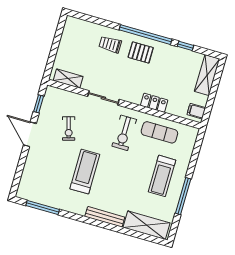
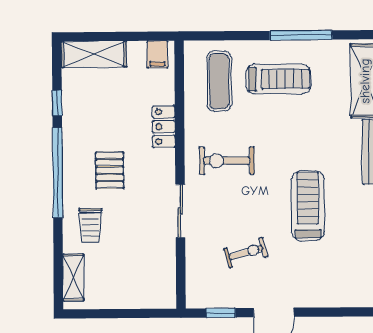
pallet: (141, 53) -> (110, 170), moved
shelving: (68, 79) -> (73, 277), moved
exercise mat: (159, 132) -> (219, 81), moved
exercise bike: (124, 133) -> (227, 161), turned 180
treadmill: (85, 172) -> (308, 206), turned 90

